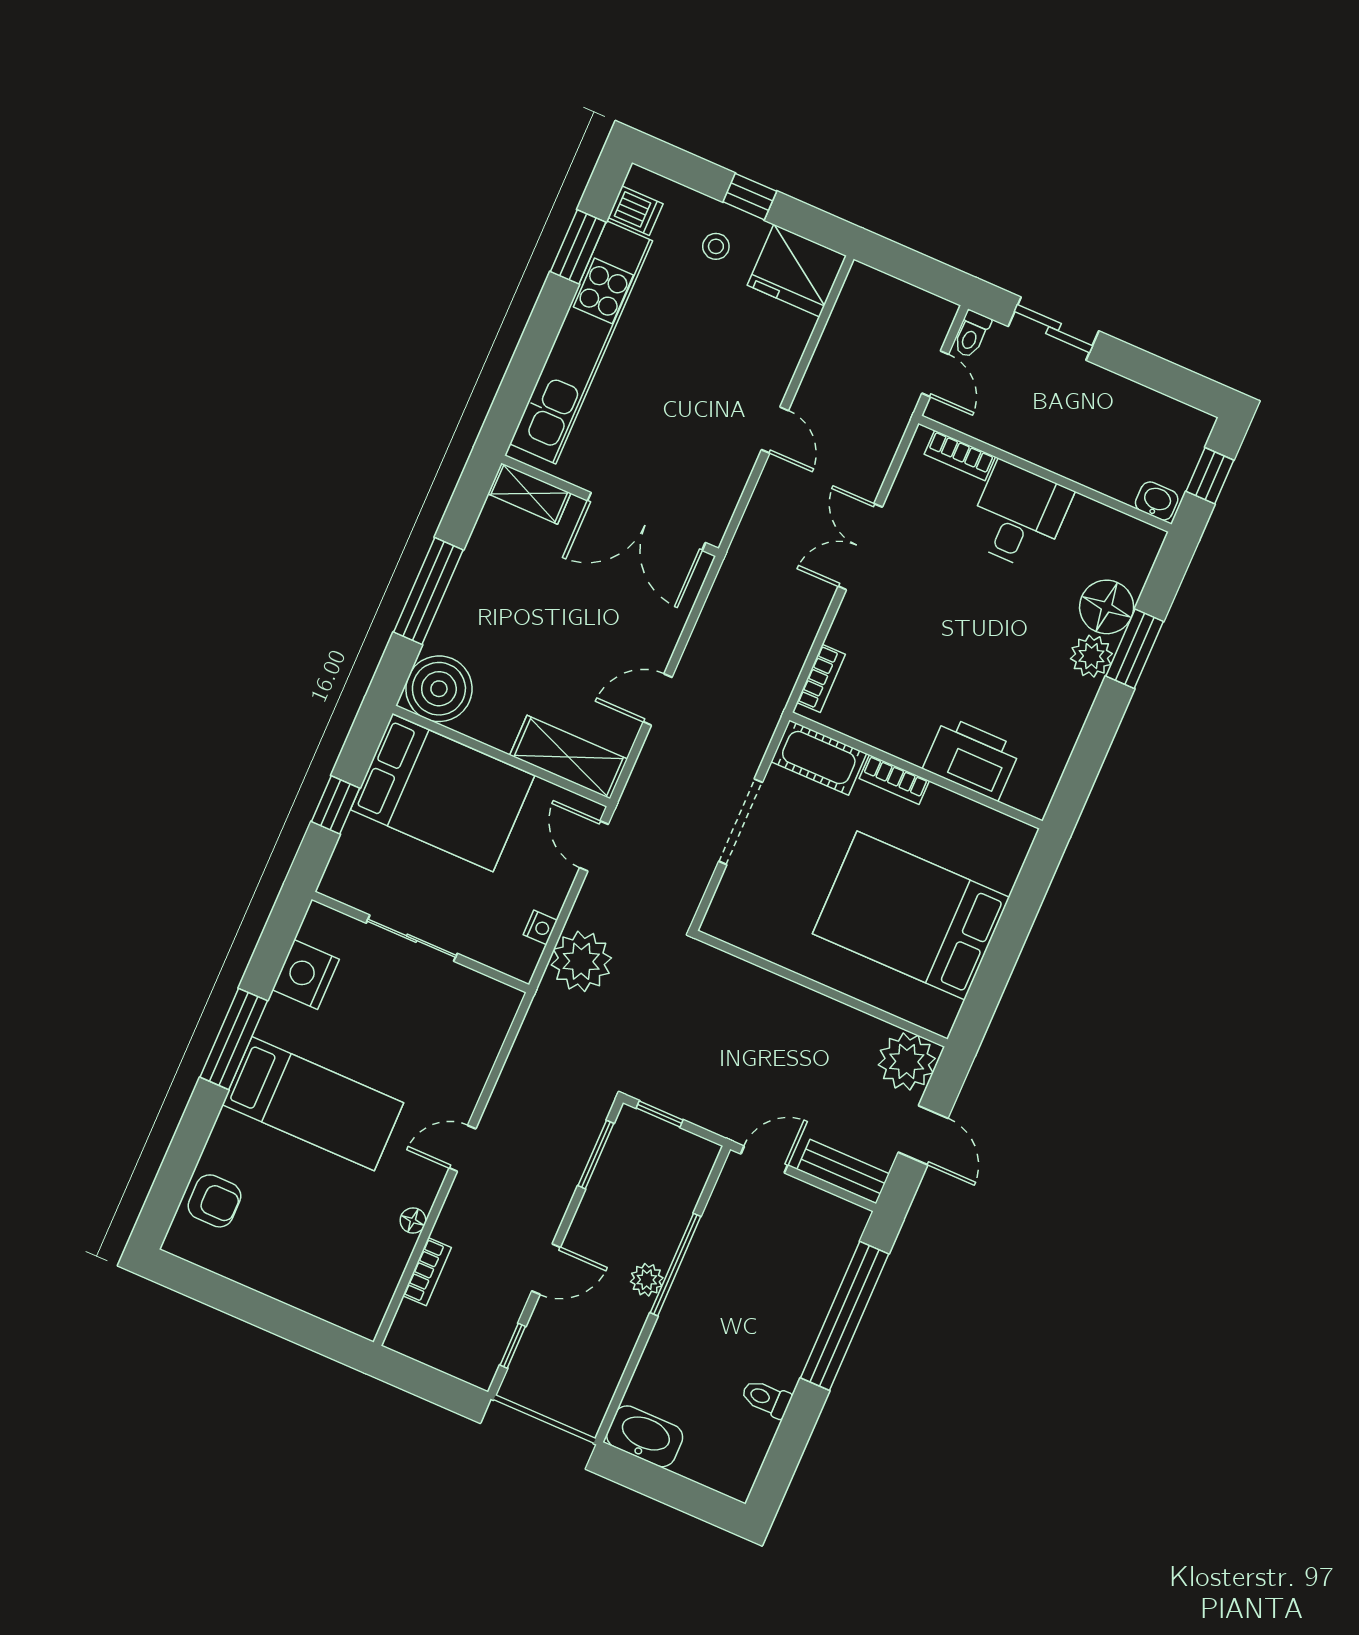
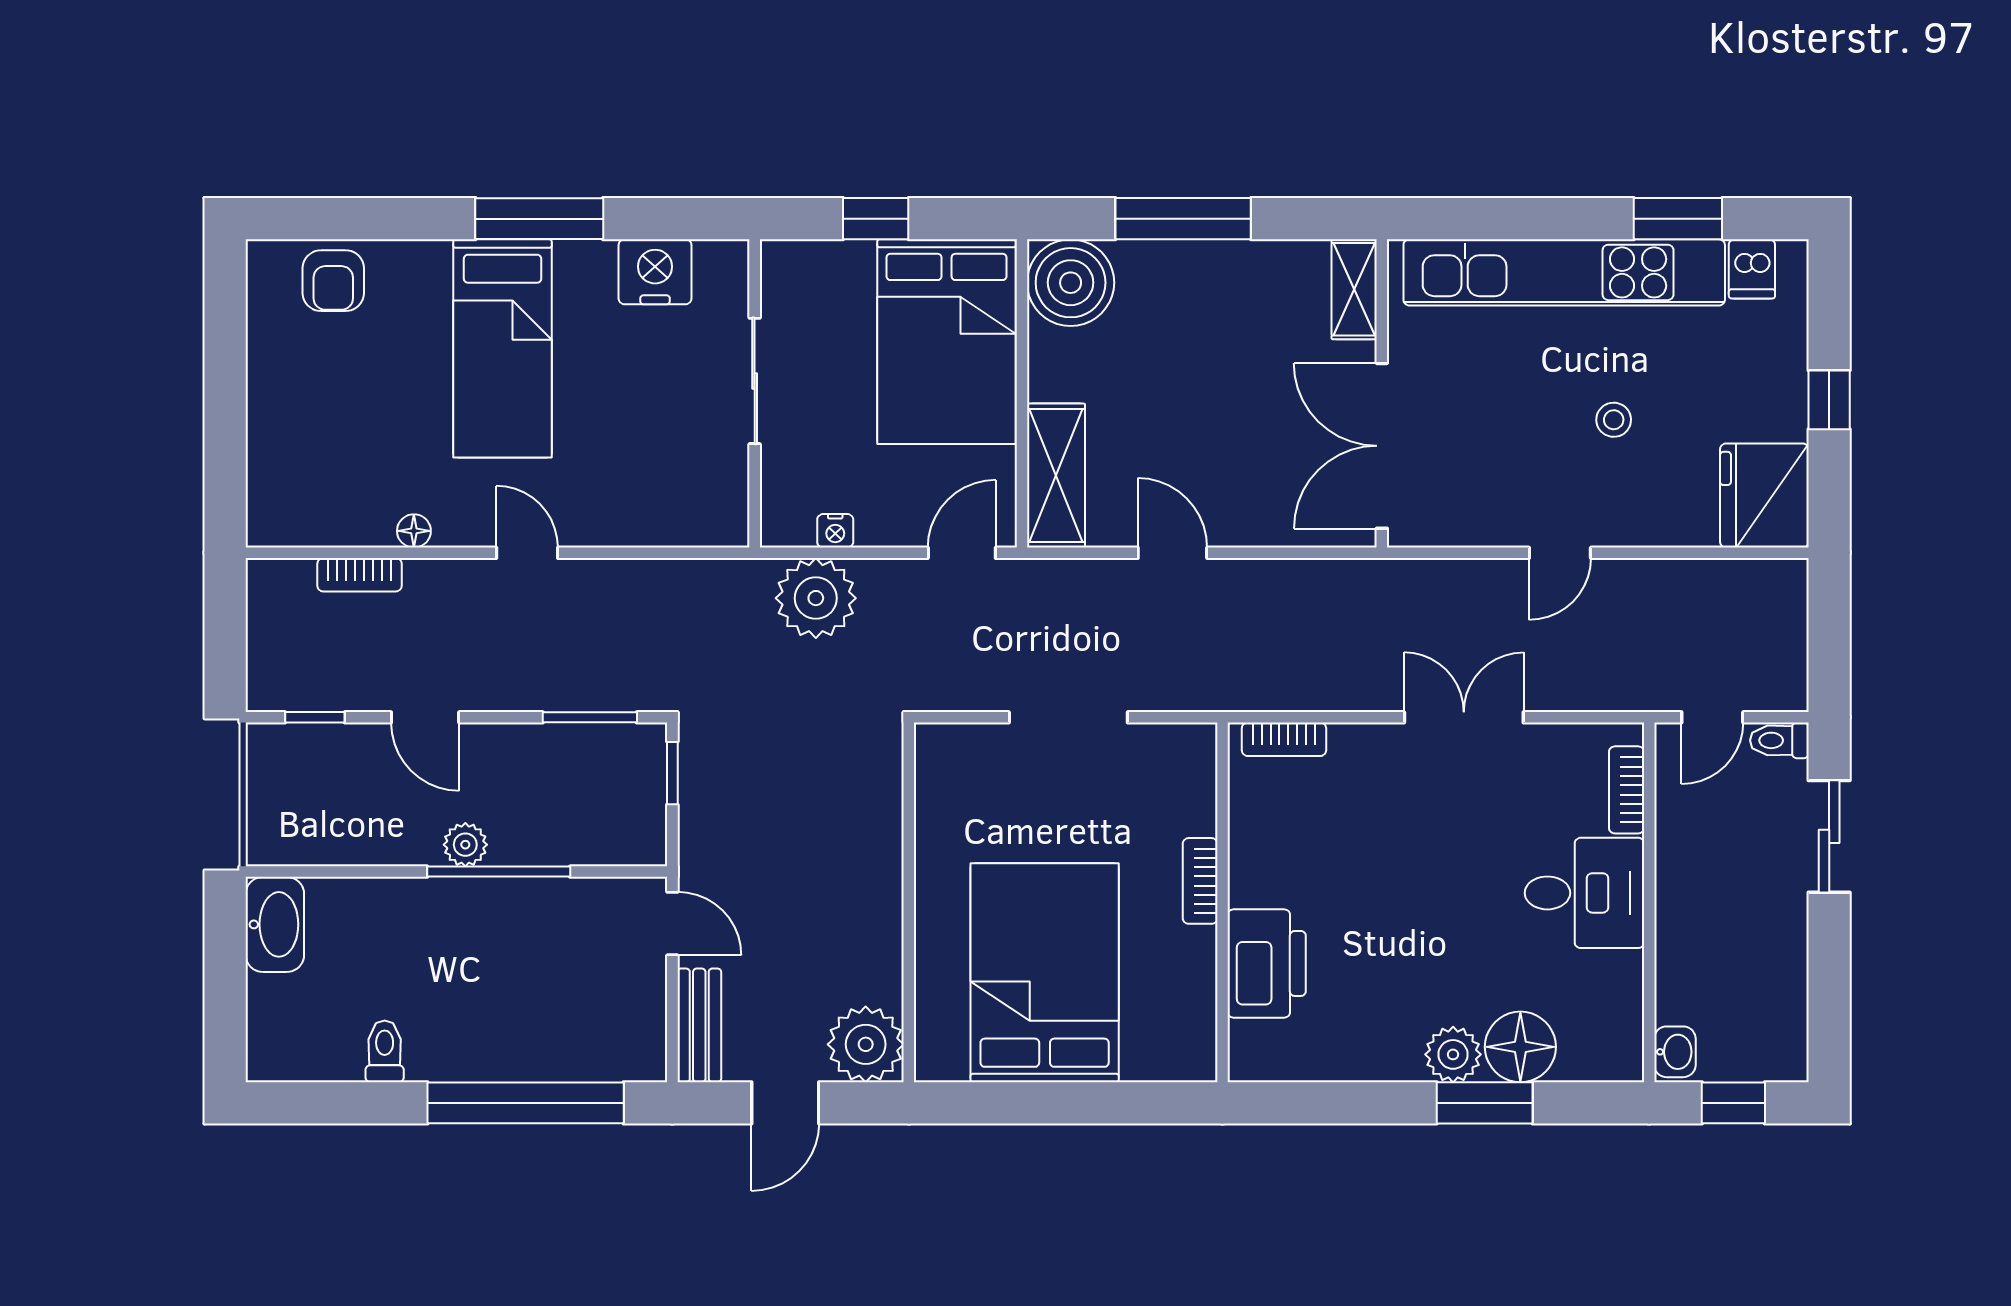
stool: (716, 246) -> (1614, 420), moved
cot: (819, 758) -> (1187, 778), removed

